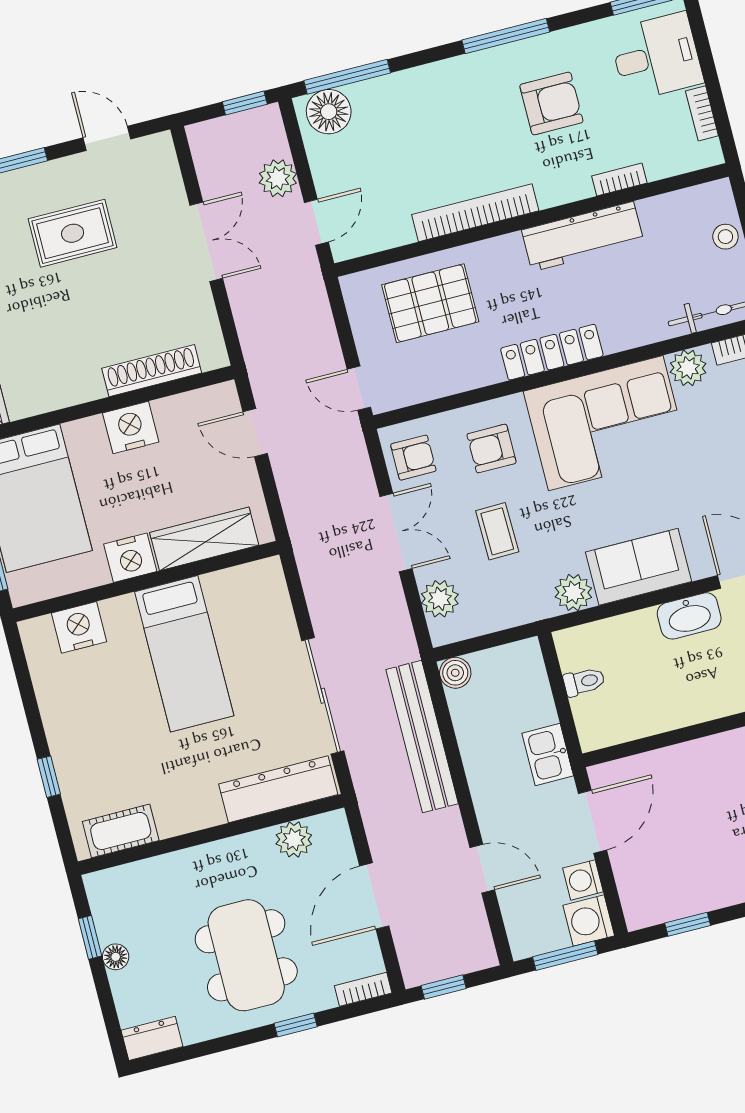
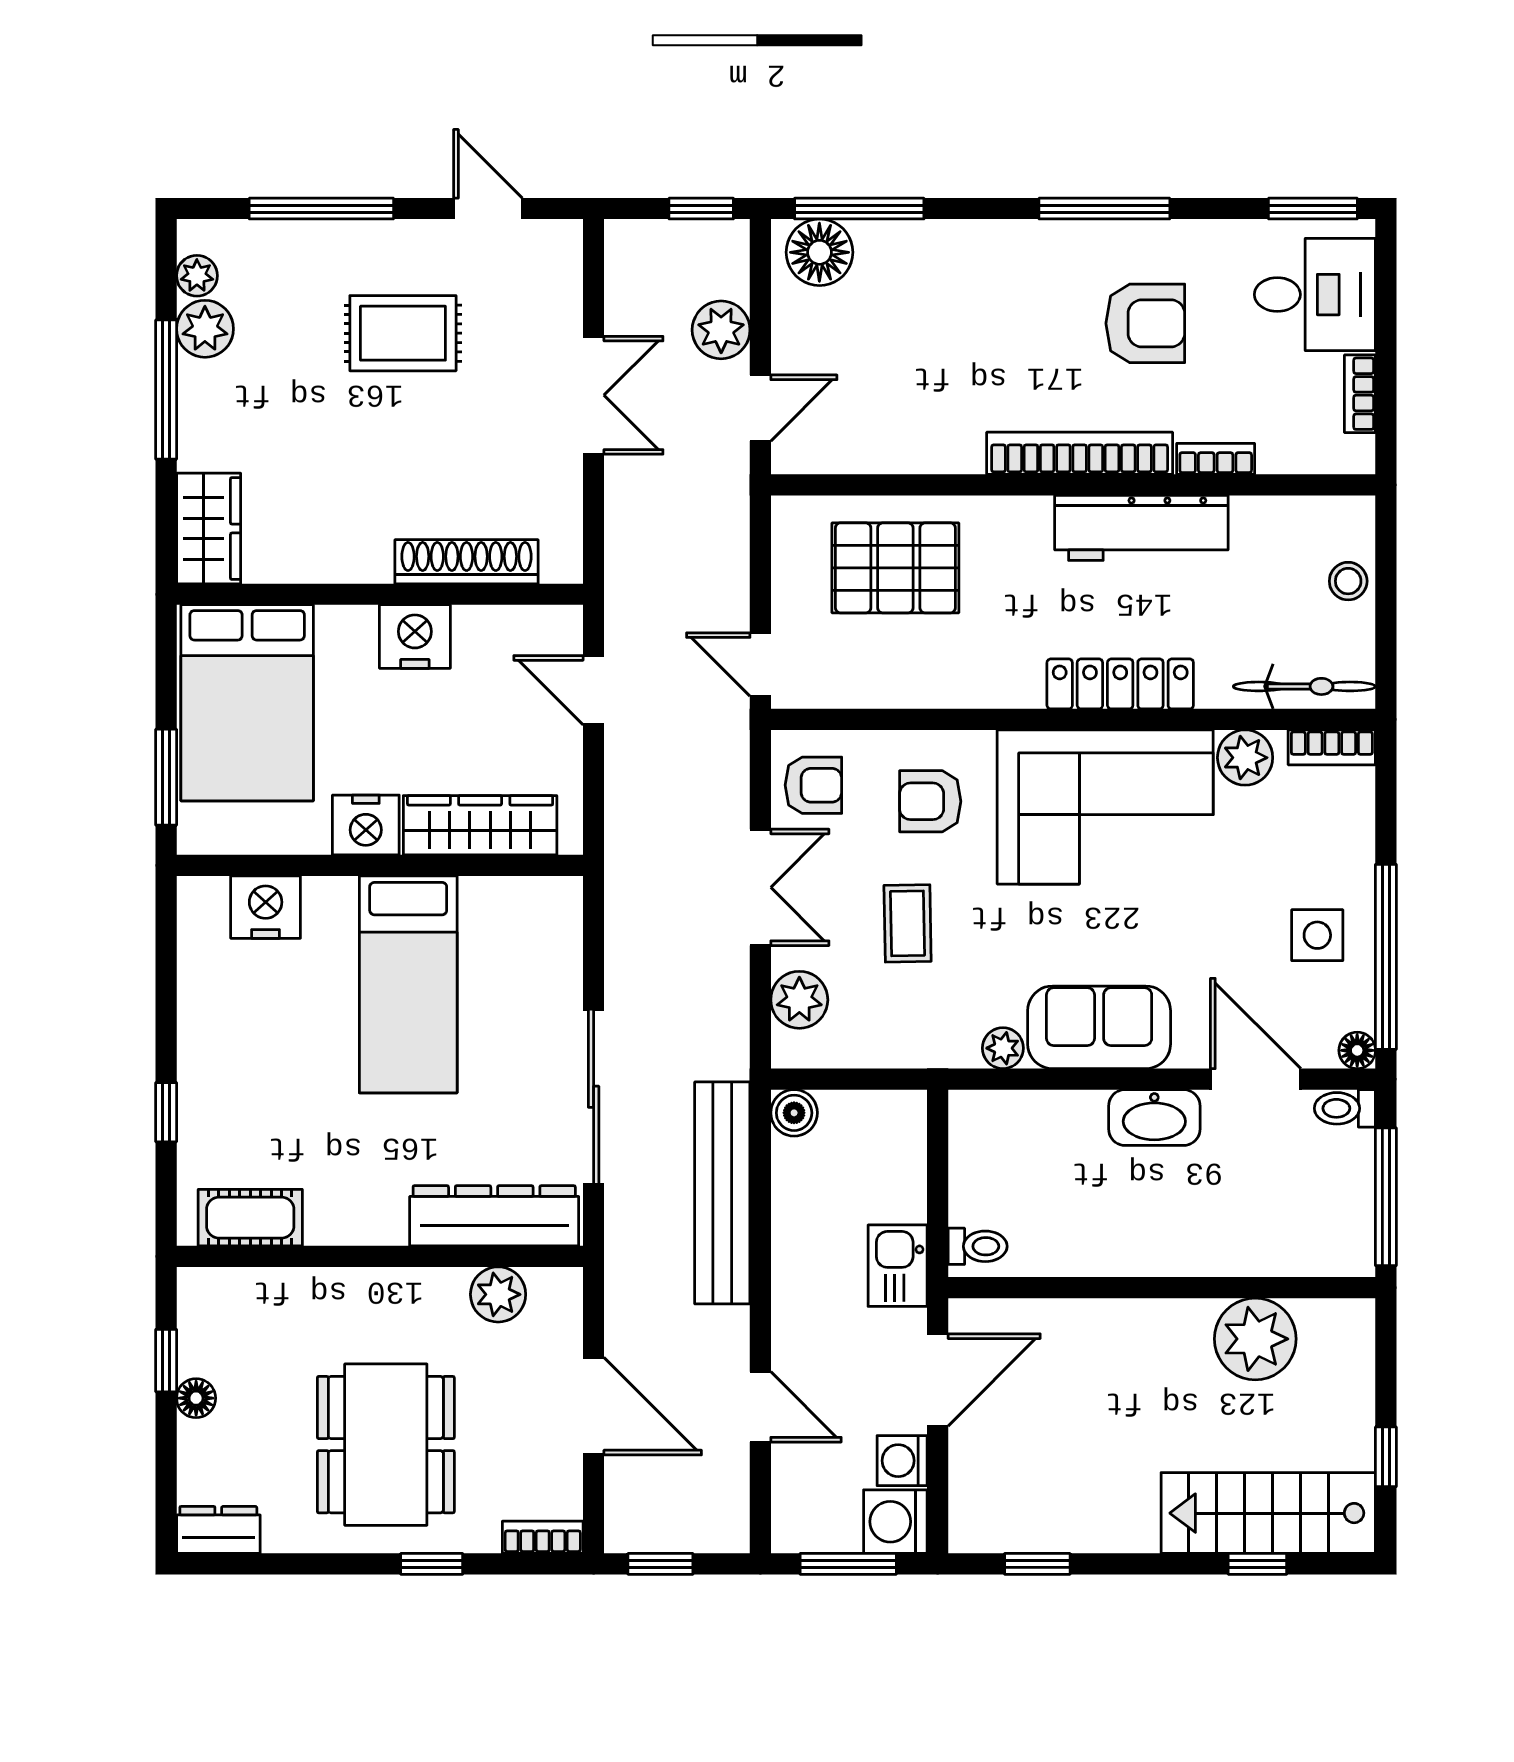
bookcase: (475, 213) -> (1080, 453), moved
locker: (552, 352) -> (1120, 684), moved
plant: (573, 593) -> (1003, 1048), width x0.73, depth x0.73
toilet: (584, 682) -> (978, 1246), moved
door: (374, 896) -> (594, 1406), swing flipped

